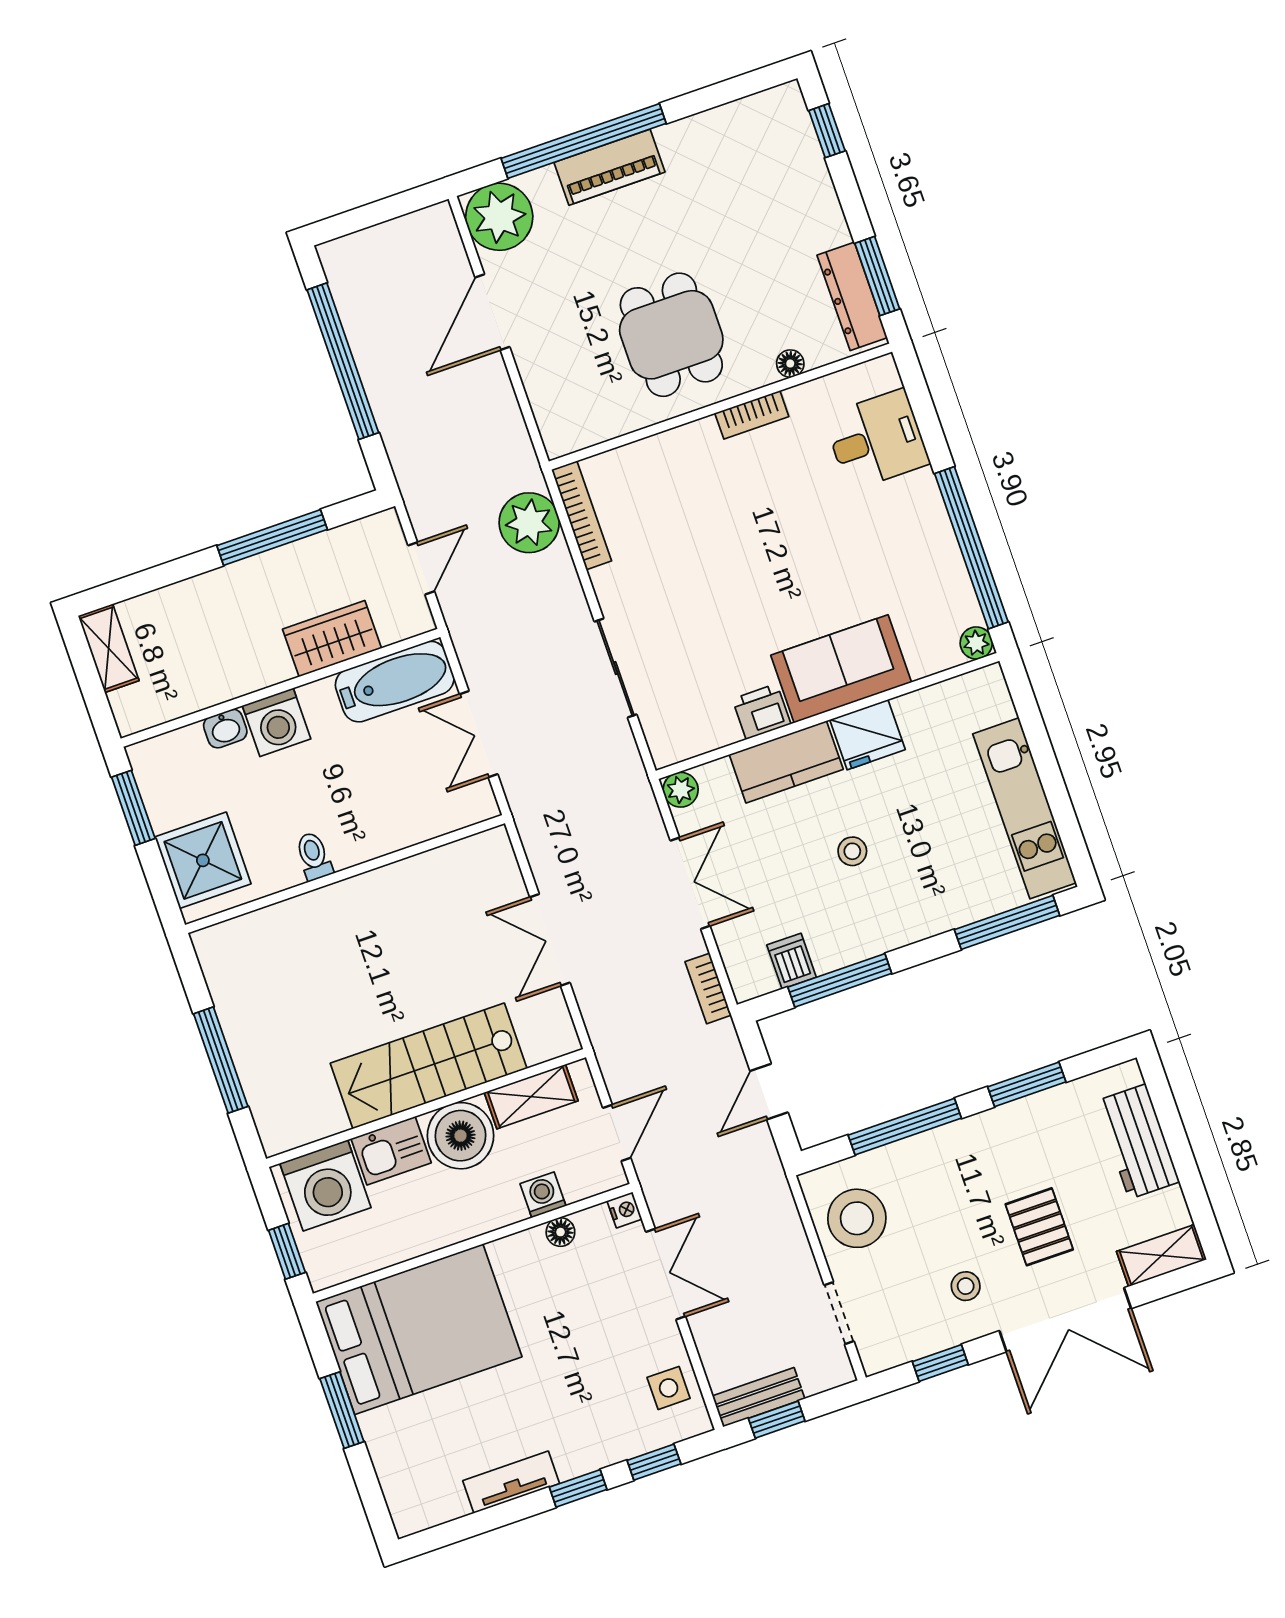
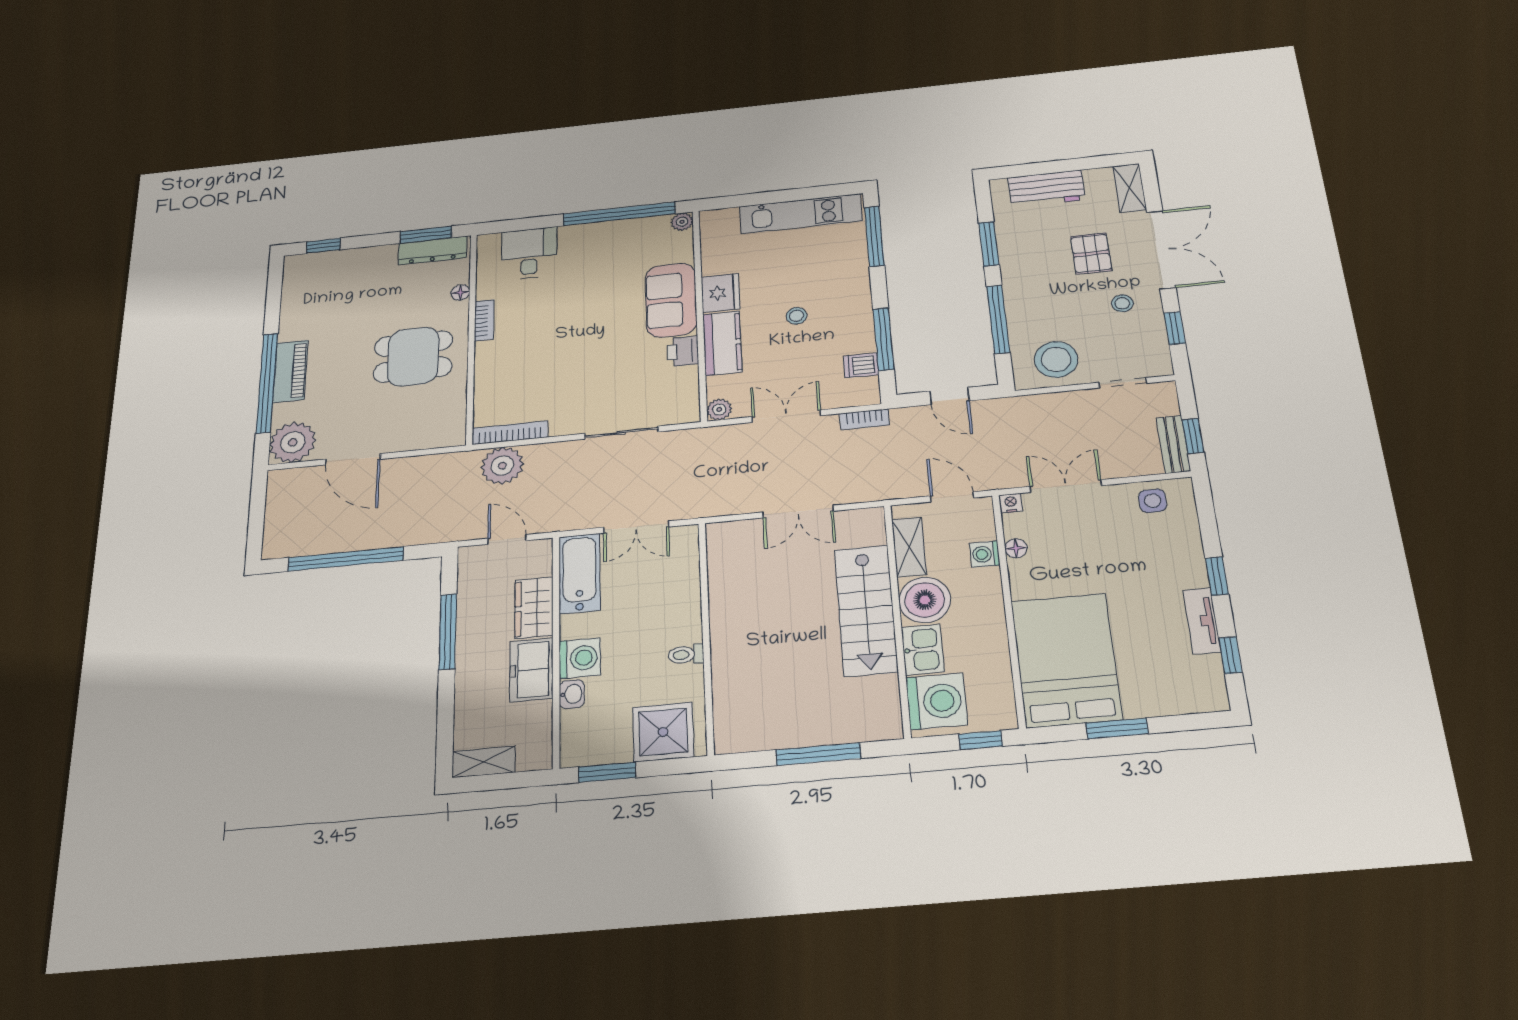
freezer: (246, 666) -> (531, 670), added
pallet: (1039, 1227) -> (1091, 253), turned 90
window: (654, 1462) -> (1230, 655), moved

